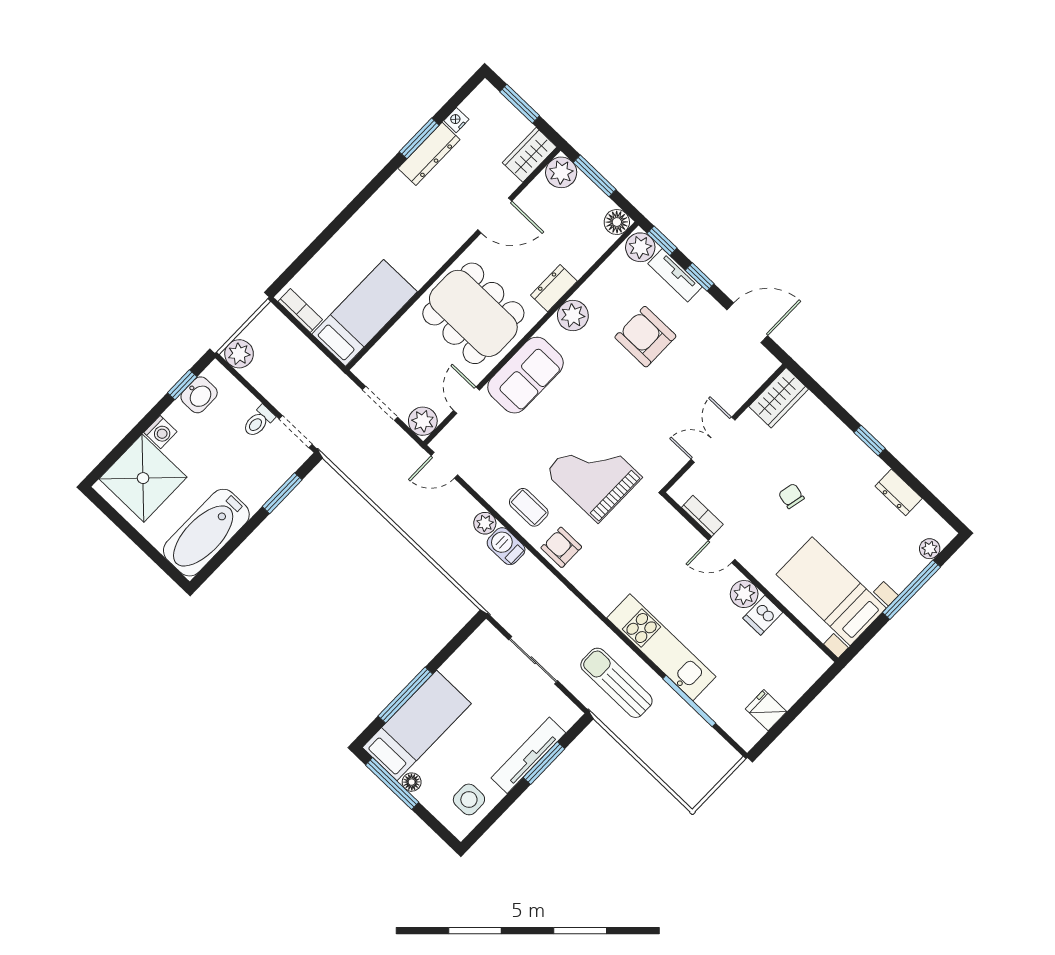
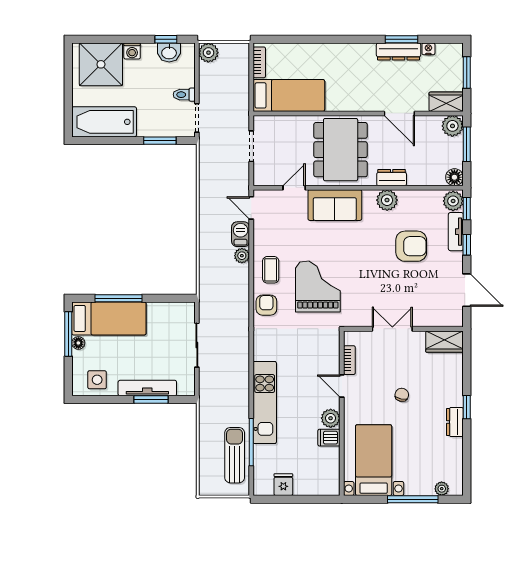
armchair: (645, 337) -> (411, 246), turned 90
plant: (423, 421) -> (263, 176), removed
dresser: (899, 492) -> (455, 422), moved
barbecue: (506, 546) -> (241, 234), moved
sun lounger: (616, 683) -> (235, 455), moved

